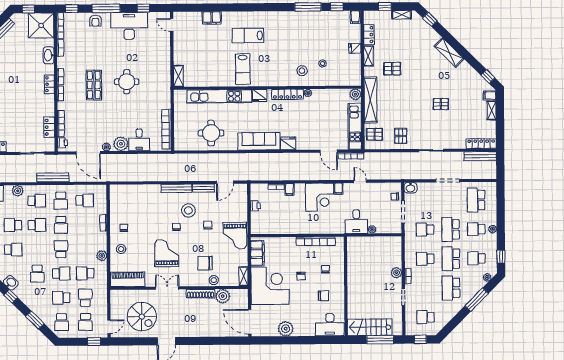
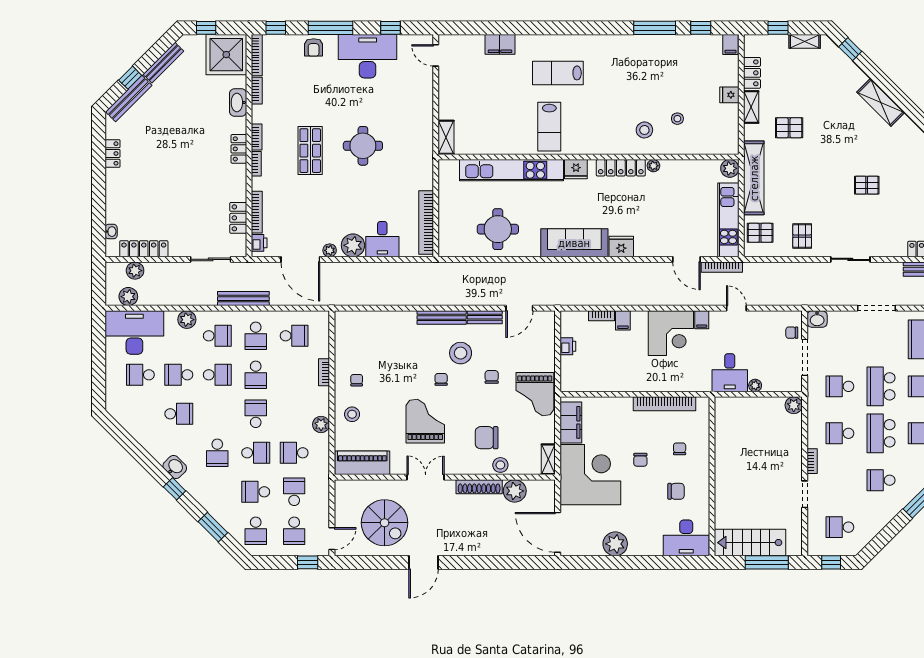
plant: (396, 273) -> (794, 405), moved
school desk: (451, 288) -> (881, 480), width x0.54

